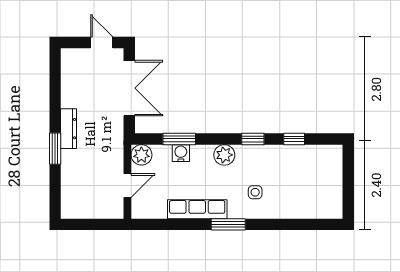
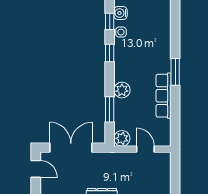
door: (102, 43) -> (36, 169), swing flipped
water cooler: (181, 153) -> (121, 13), moved
plant: (224, 155) -> (122, 90), moved
side table: (255, 192) -> (121, 32), moved

